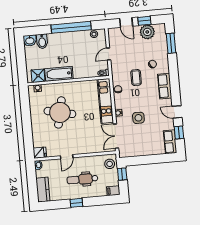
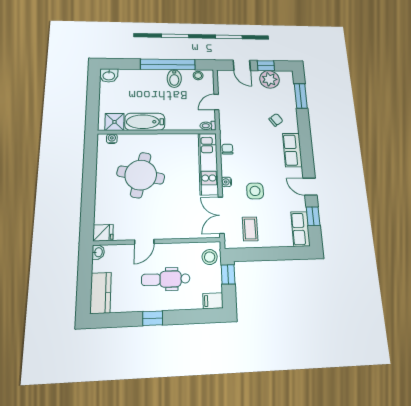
bidet: (42, 41) -> (174, 78), moved
coffee table: (136, 78) -> (250, 229), moved

